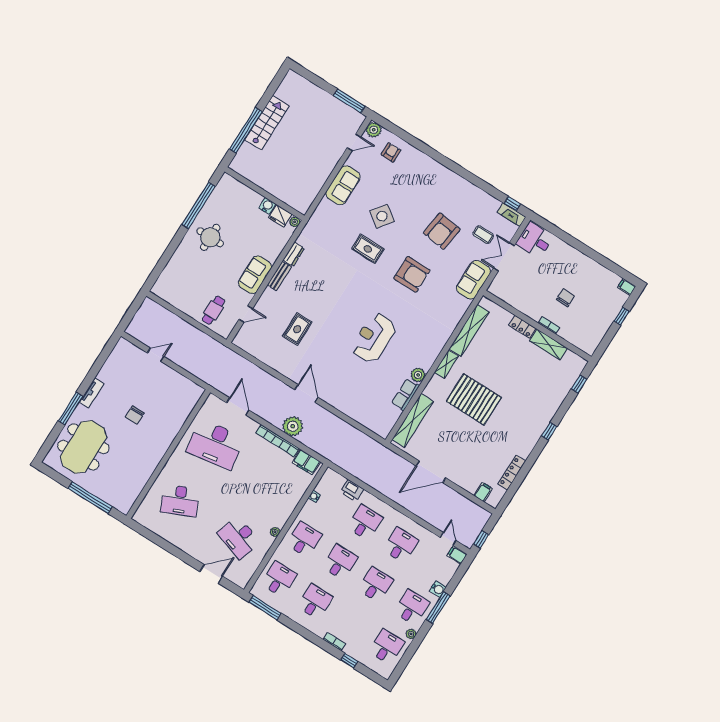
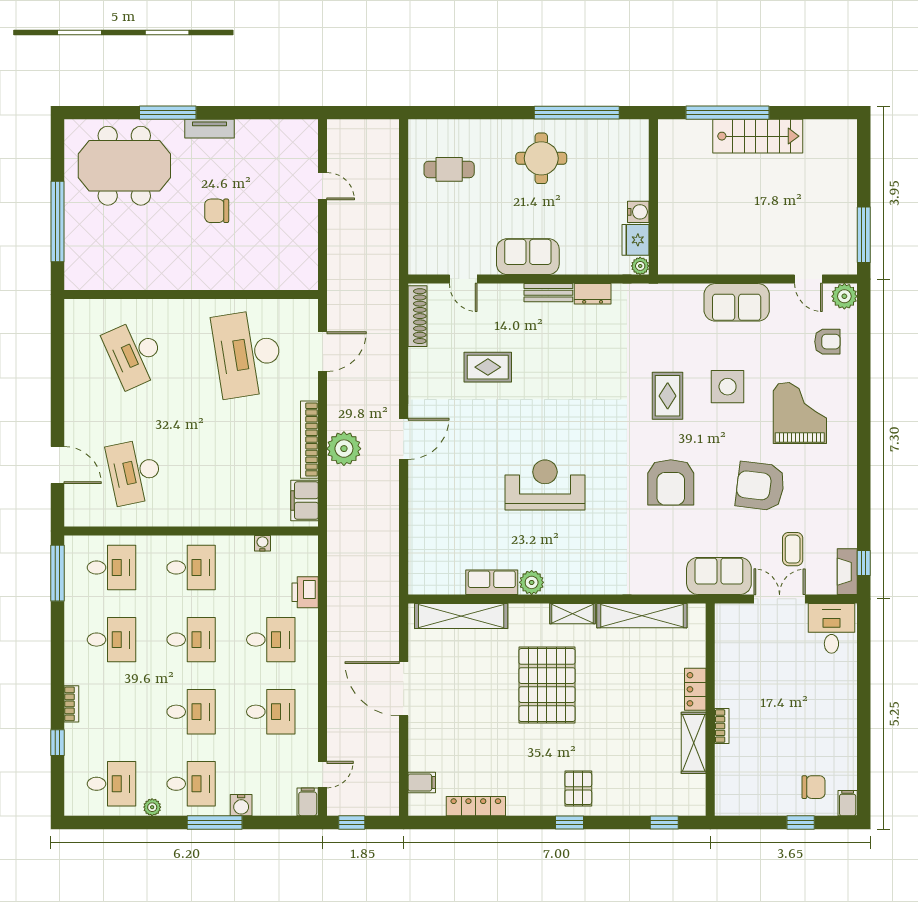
grand piano: (418, 188) -> (800, 413), added
side table: (382, 216) -> (728, 387), turned -36
chair: (566, 298) -> (813, 787), moved
cafe table: (213, 310) -> (449, 169), moved
shoe rack: (250, 348) -> (417, 316), added
pallet: (535, 416) -> (578, 788), added
plant: (275, 532) -> (176, 519), removed
desk: (239, 538) -> (135, 472), turned -30

